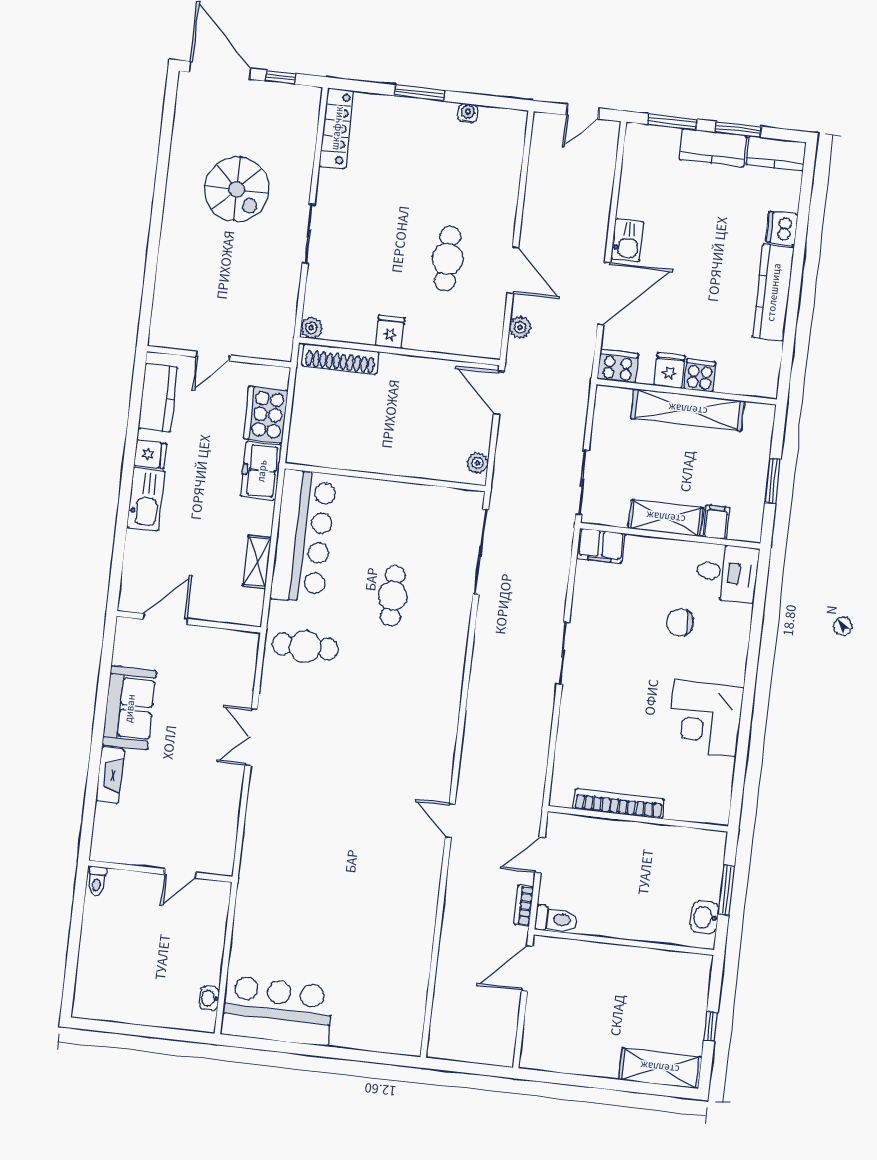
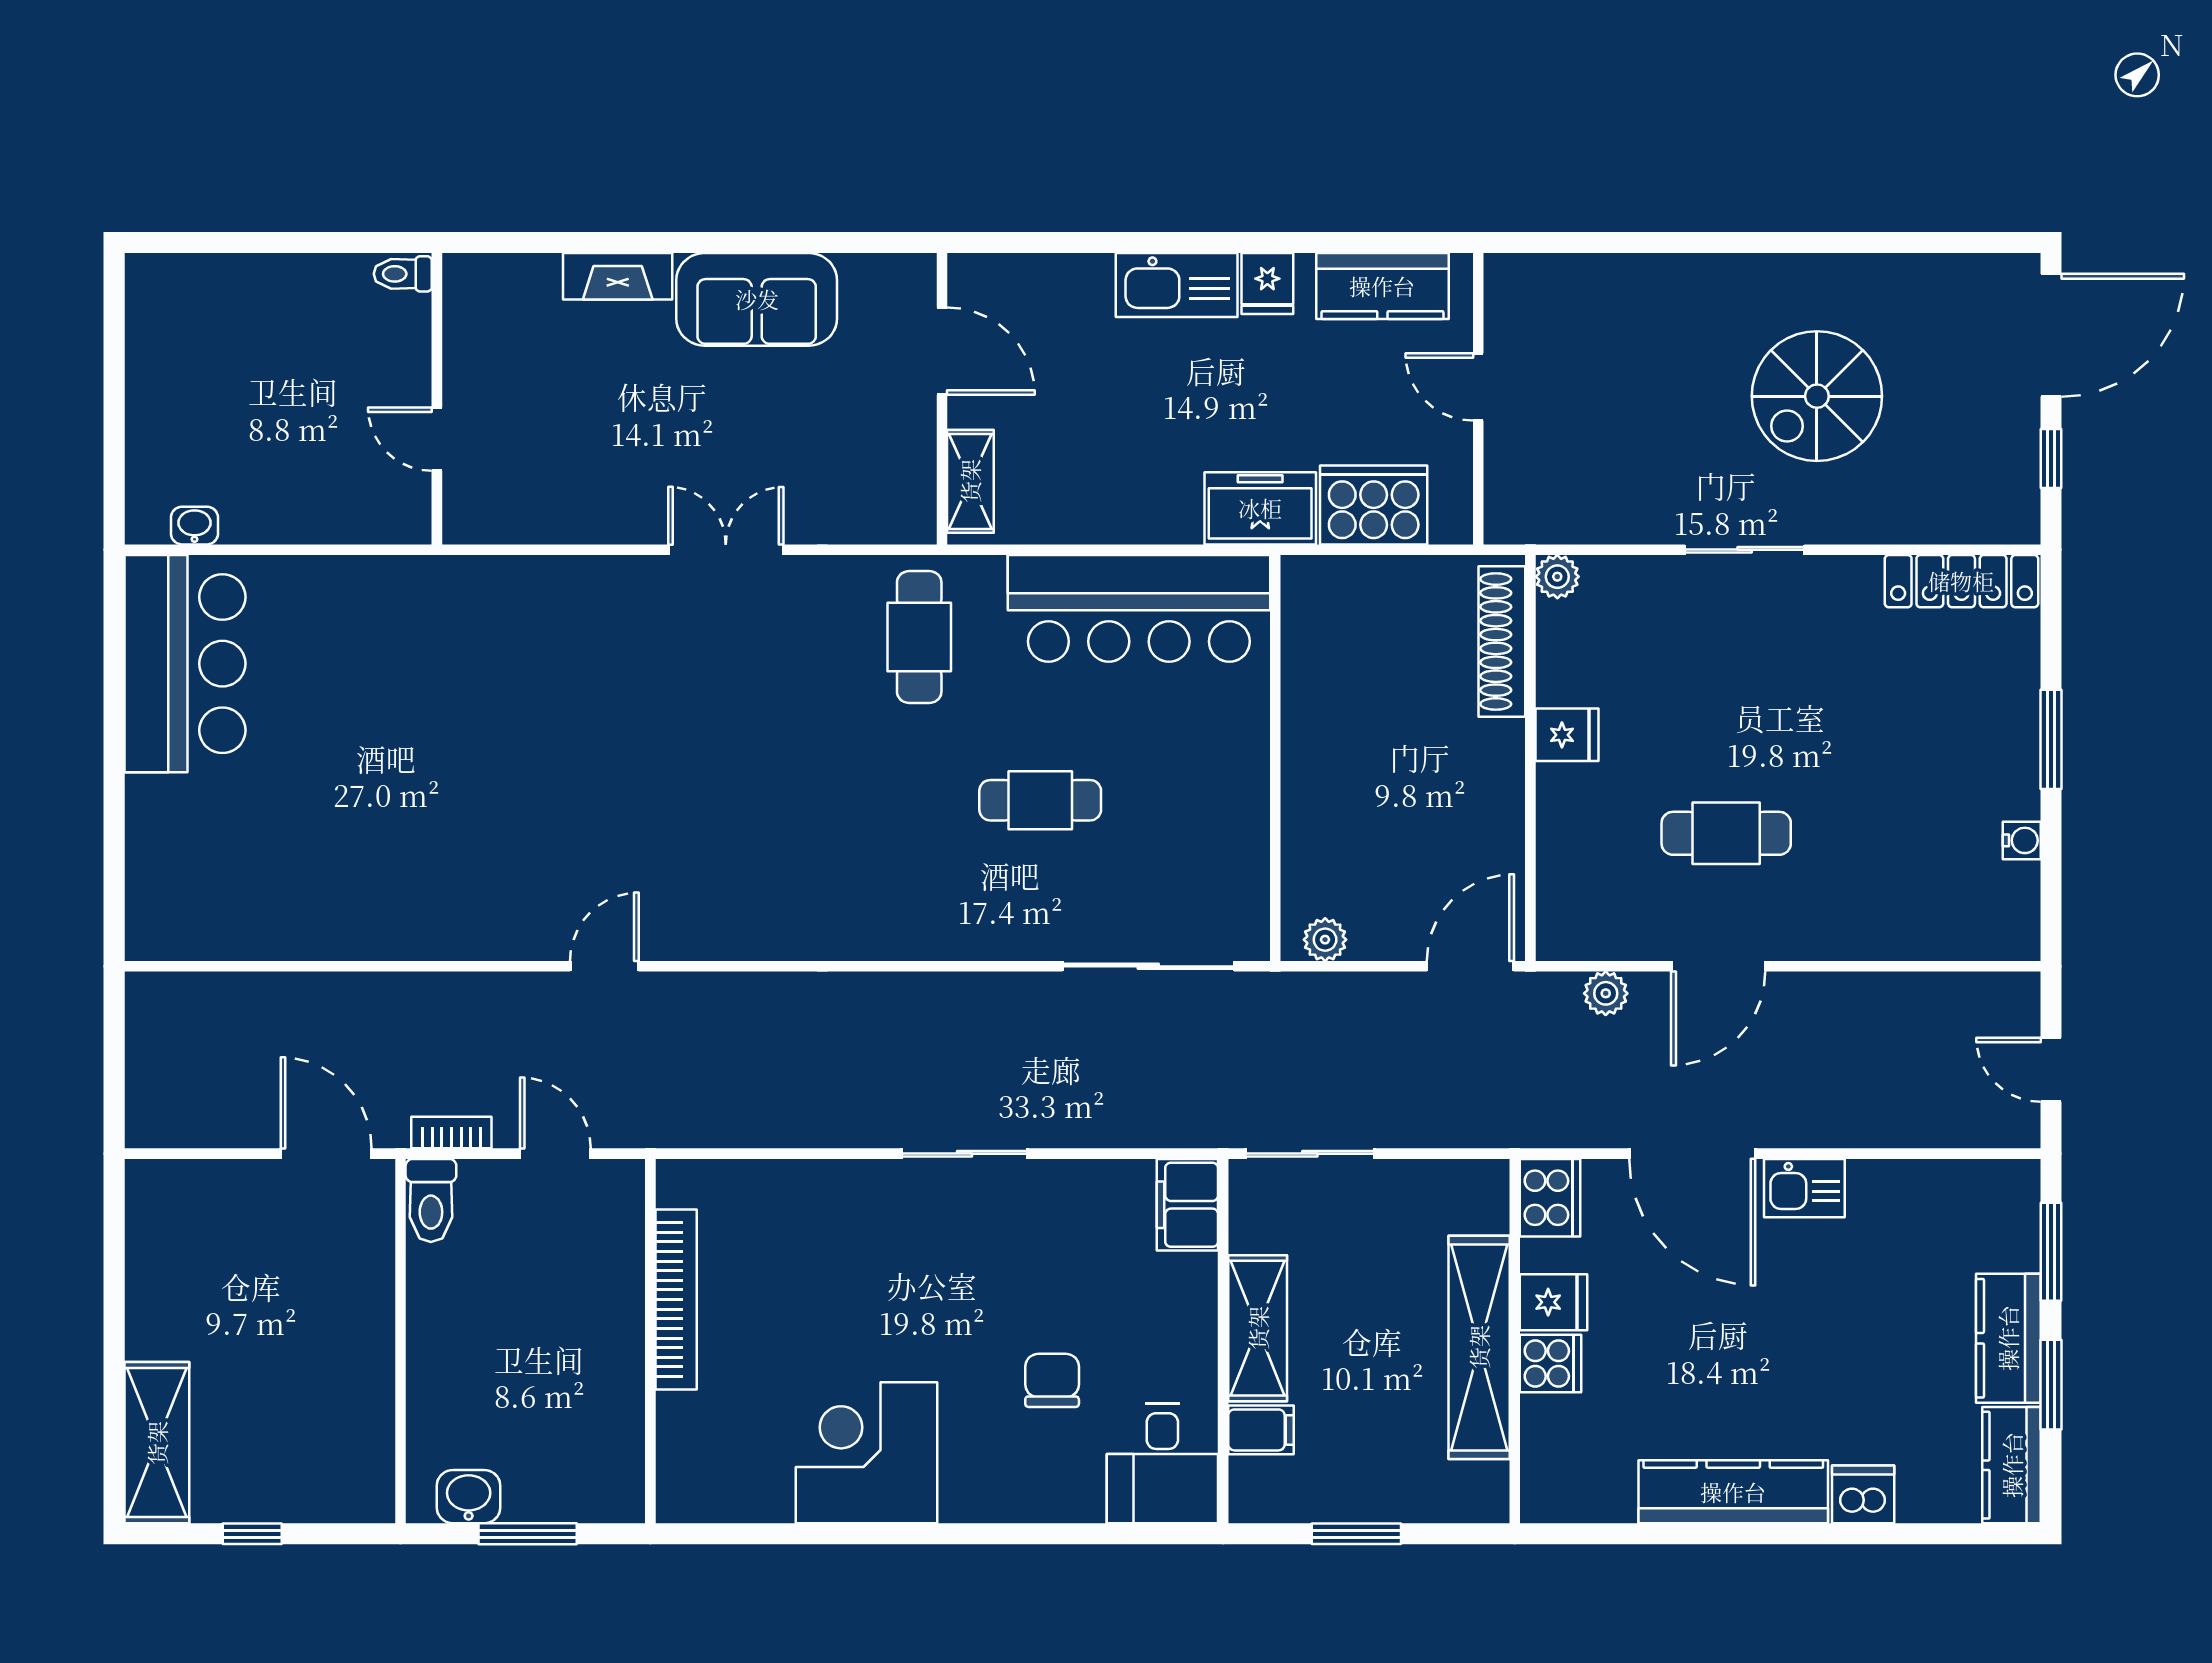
shelving: (257, 562) -> (970, 481), moved, turned 90

